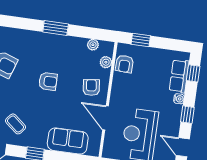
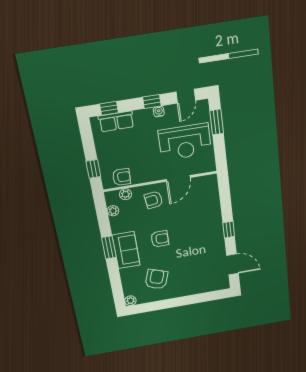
armchair: (48, 81) -> (160, 239), turned 90
water cooler: (179, 99) -> (159, 112), moved
coffee table: (16, 124) -> (206, 254), removed
sofa: (68, 141) -> (126, 250), moved, turned 180

